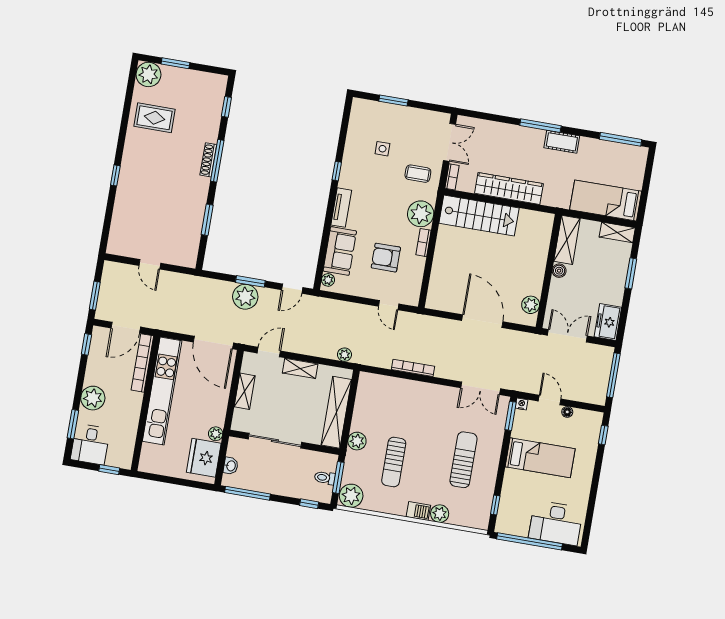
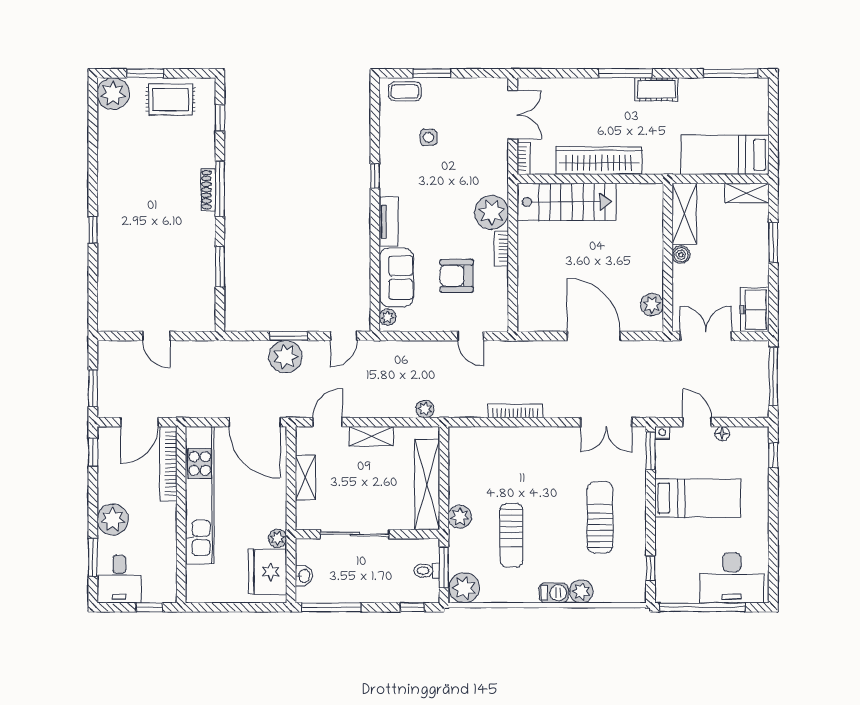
rug: (154, 118) -> (170, 100), moved
coffee table: (418, 174) -> (405, 91), moved

